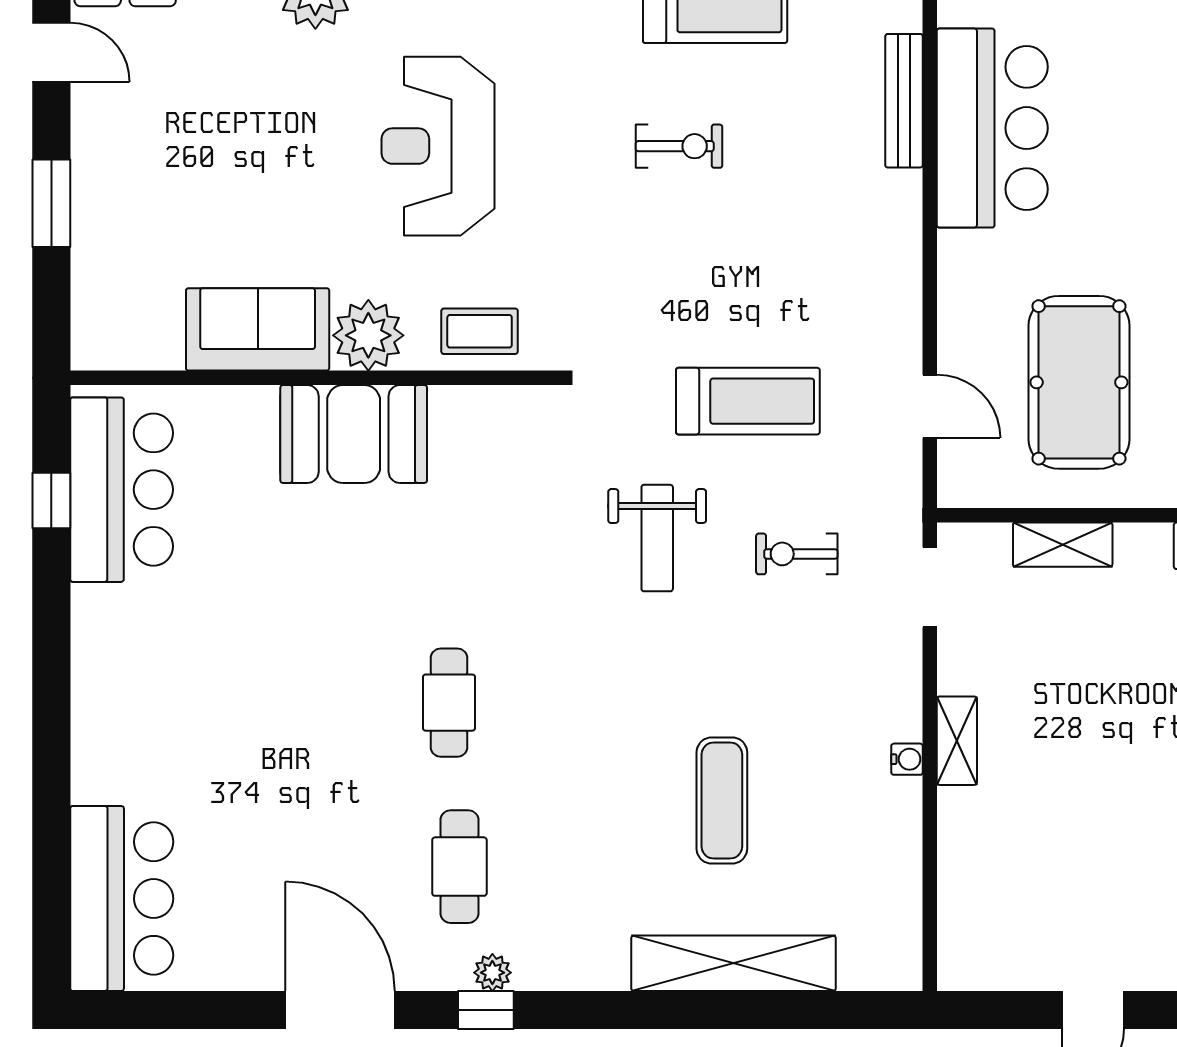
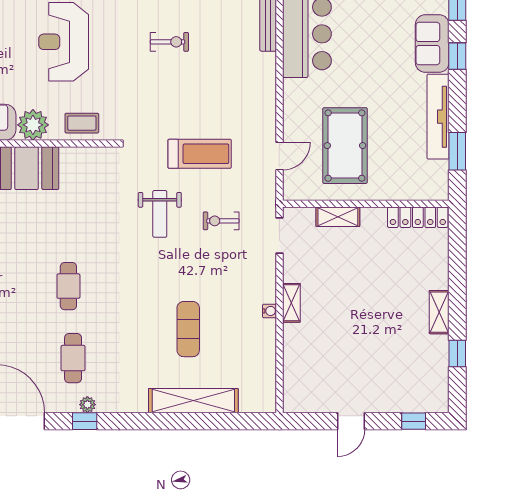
door: (930, 406) -> (279, 156), hinge flipped

